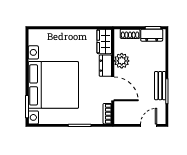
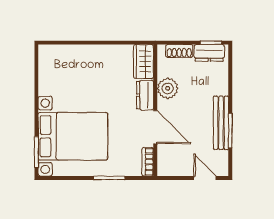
bed with nightstands: (53, 85) -> (73, 136), width x0.73
bench: (160, 86) -> (221, 123), width x1.36
door: (149, 125) -> (205, 178), hinge flipped

